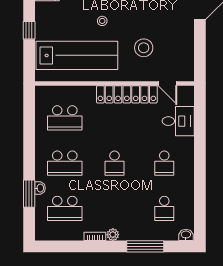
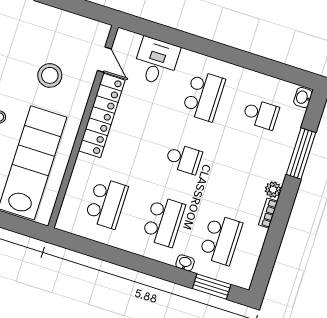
door: (168, 83) -> (104, 60), hinge flipped
school desk: (164, 163) -> (204, 96), width x1.85
window: (29, 194) -> (212, 286), moved

